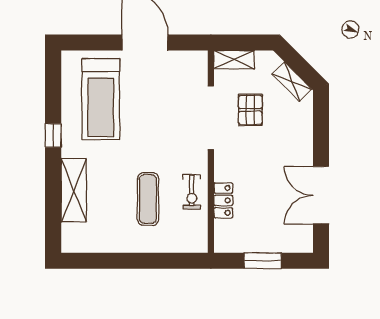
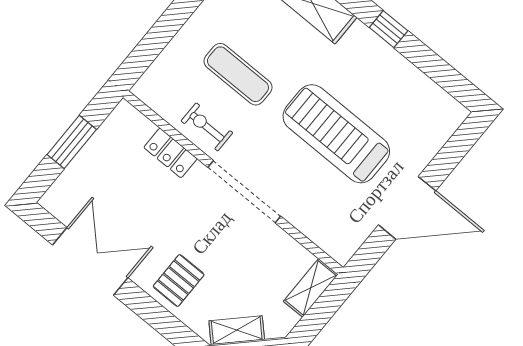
treadmill: (101, 99) -> (336, 134), moved
pallet: (250, 110) -> (179, 280), moved, turned 90
doorway: (211, 118) -> (244, 192), moved

